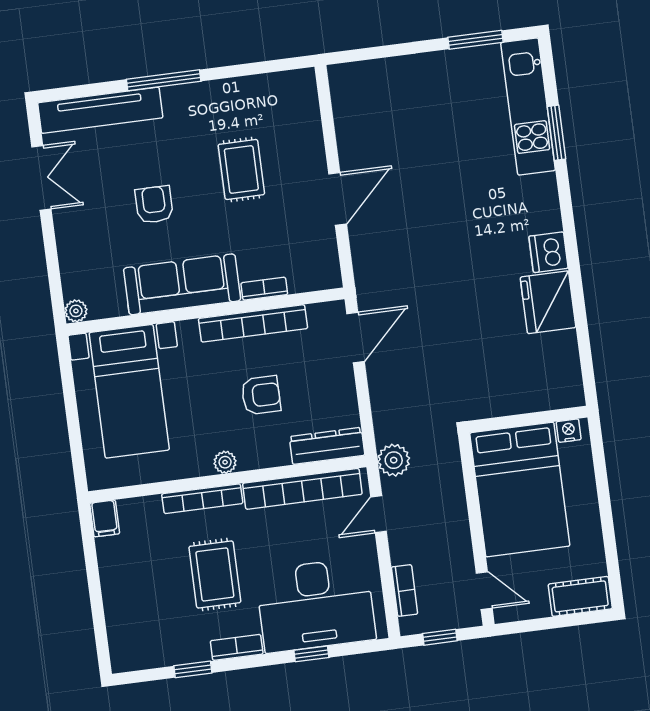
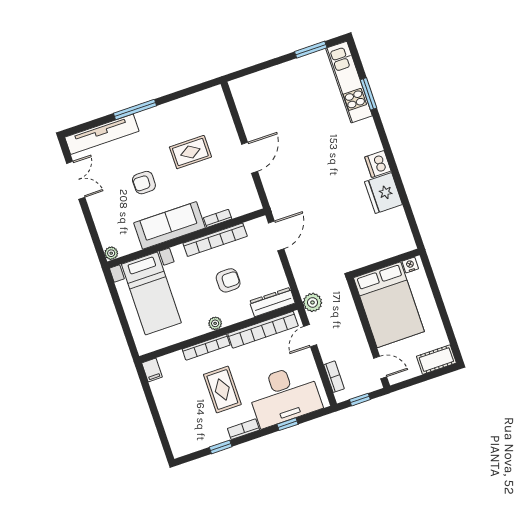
rug: (241, 169) -> (190, 152), turned 90
armchair: (154, 205) -> (144, 183), turned -90

